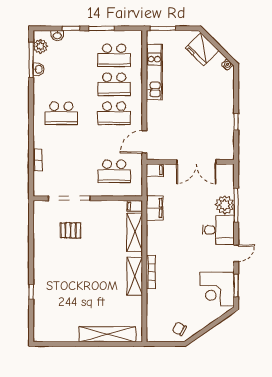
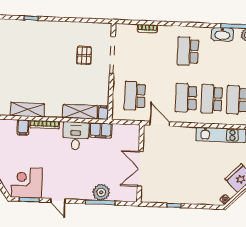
washbasin: (38, 69) -> (222, 34), width x1.91, depth x1.45
filing cabinet: (155, 170) -> (23, 127), moved
desk: (218, 230) -> (76, 136), moved, turned 180
shelving: (135, 276) -> (28, 110), moved

